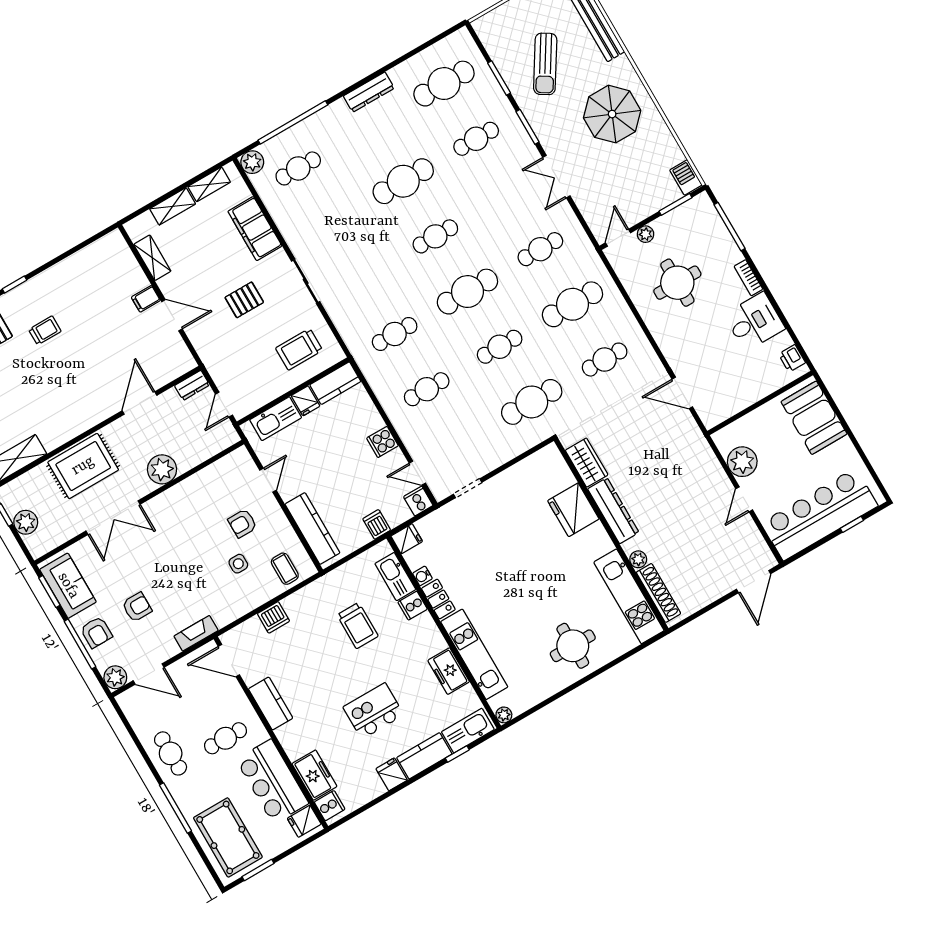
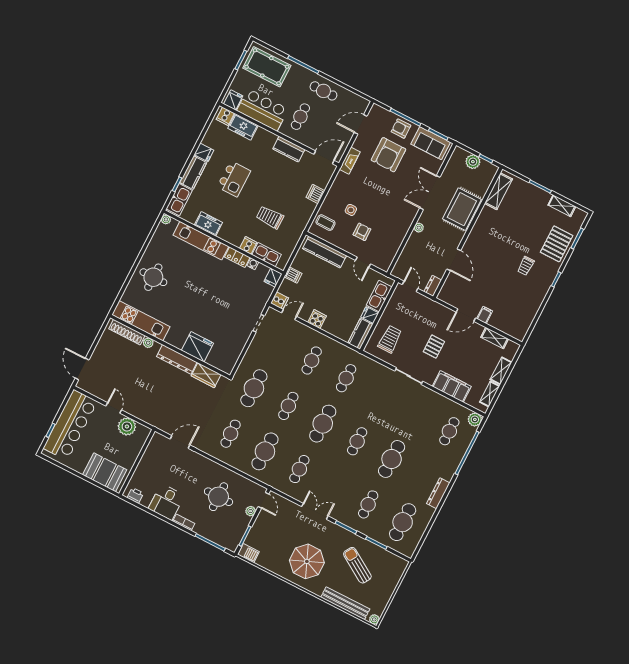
plant: (162, 469) -> (419, 228), width x0.53, depth x0.53
armchair: (137, 607) -> (388, 155), width x1.88, depth x1.88
plant: (115, 677) -> (377, 112), removed

